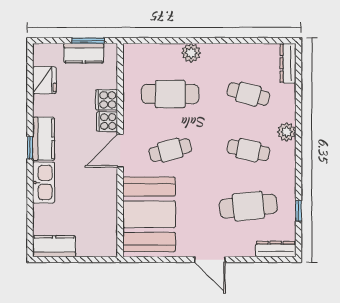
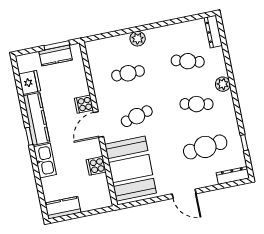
cafe table: (170, 94) -> (128, 73), width x0.73, depth x0.74
cooker: (107, 100) -> (96, 166), moved
kitchen counter: (44, 139) -> (36, 119), width x1.50

